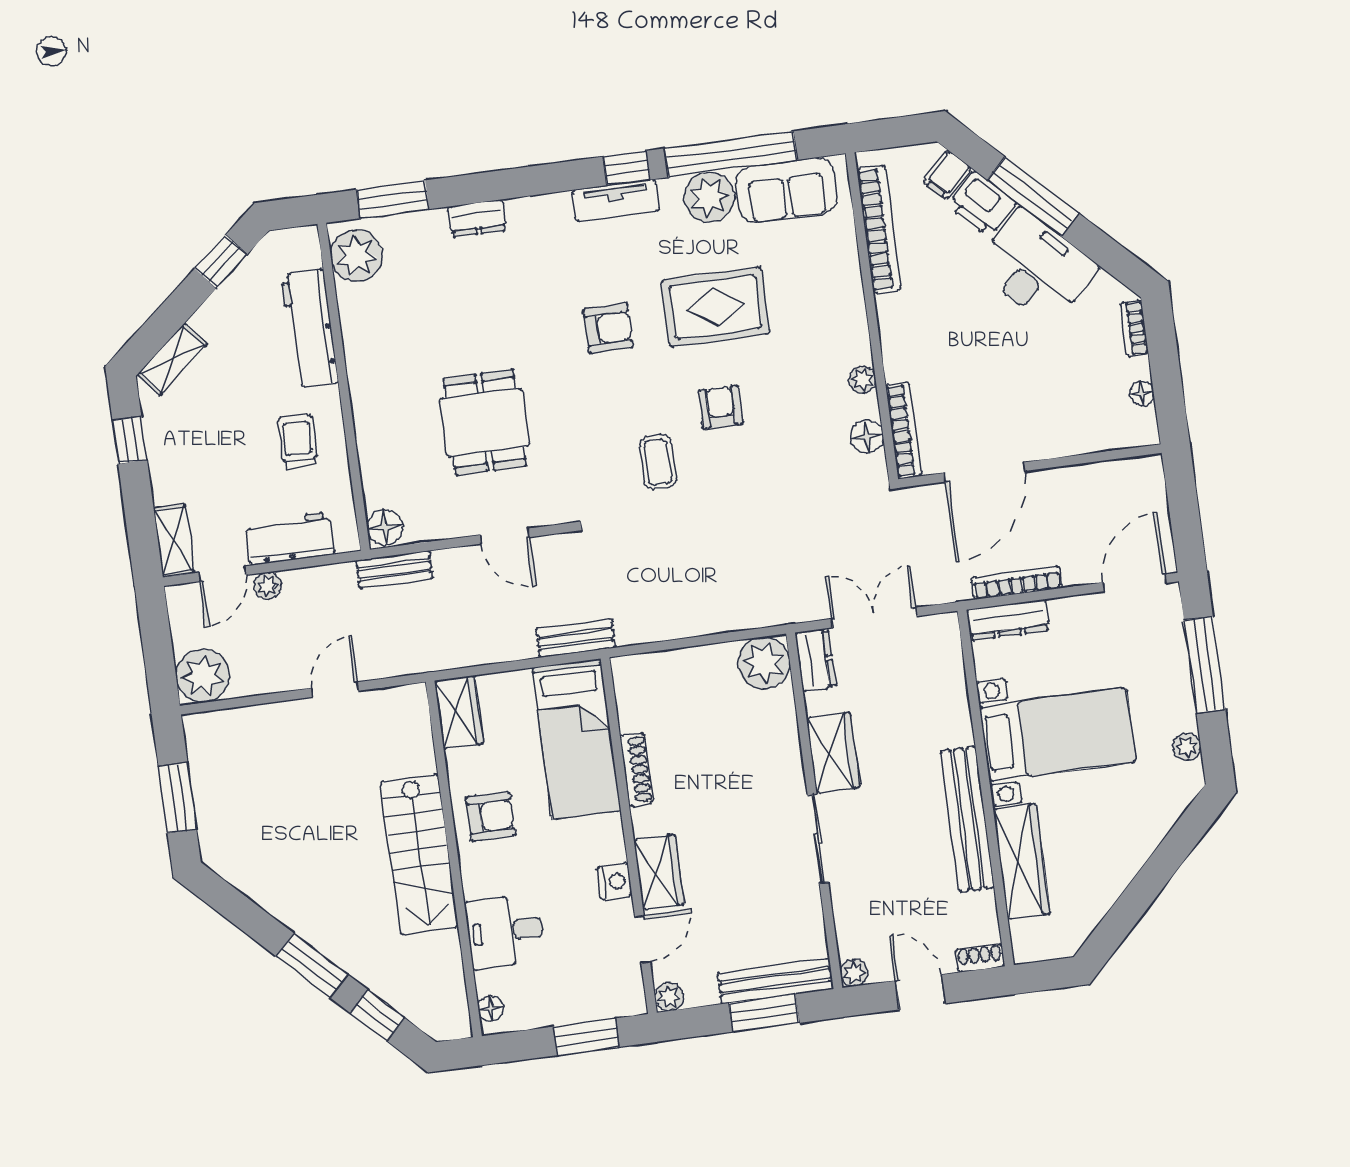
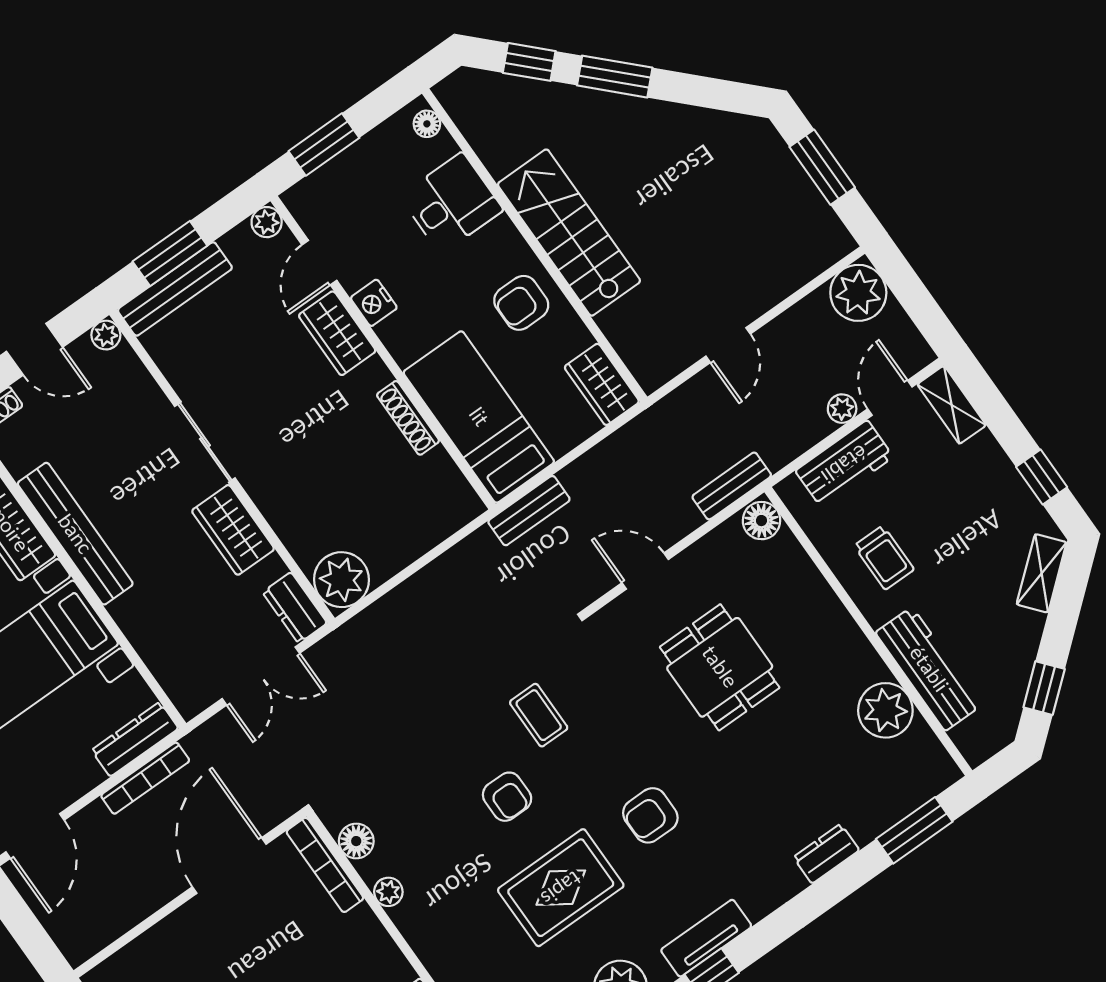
plant: (357, 256) -> (885, 710), moved

